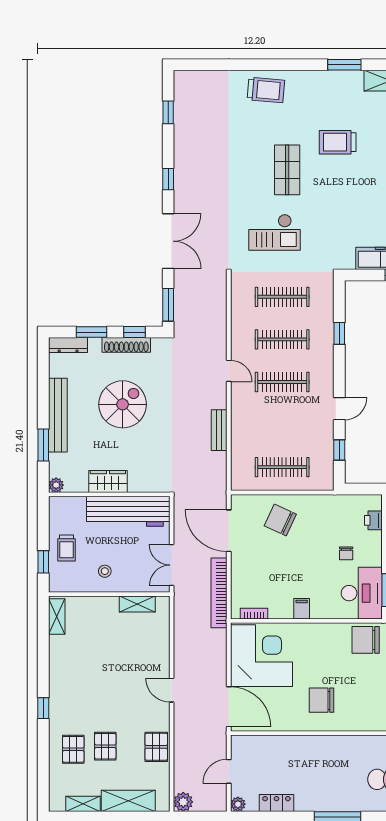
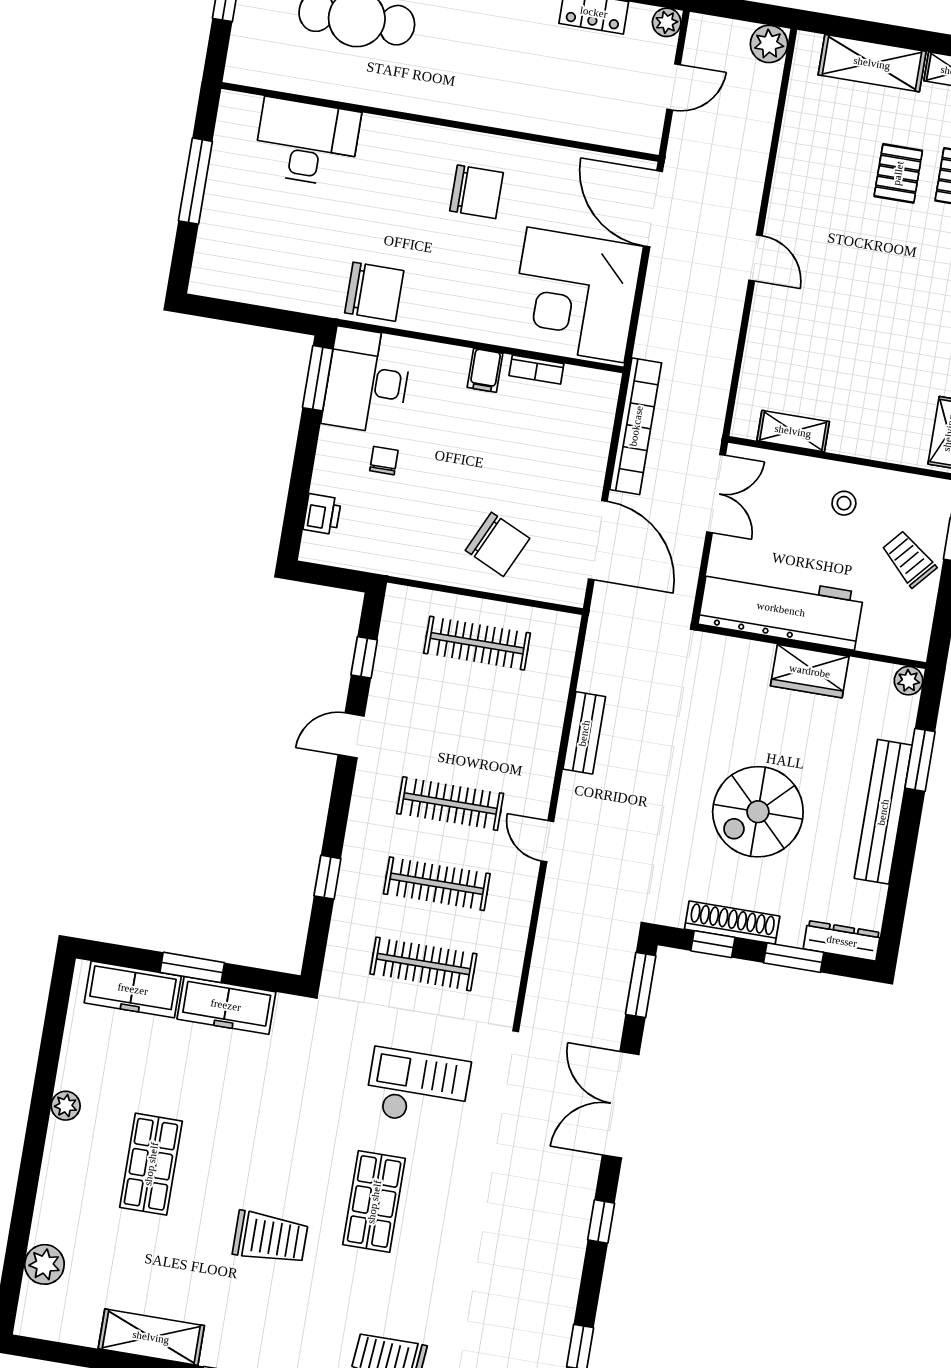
trolley: (67, 548) -> (909, 559), turned -49
bookcase: (254, 614) -> (536, 370), moved
pallet: (156, 747) -> (802, 156), removed

